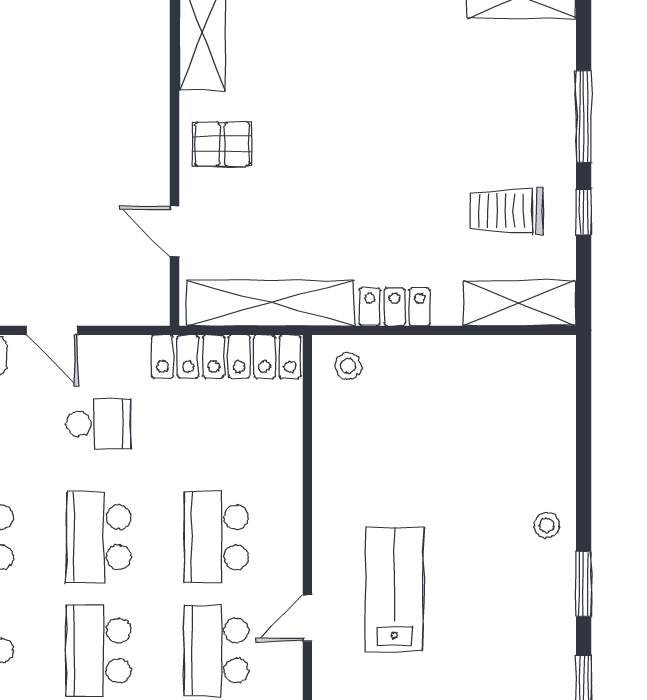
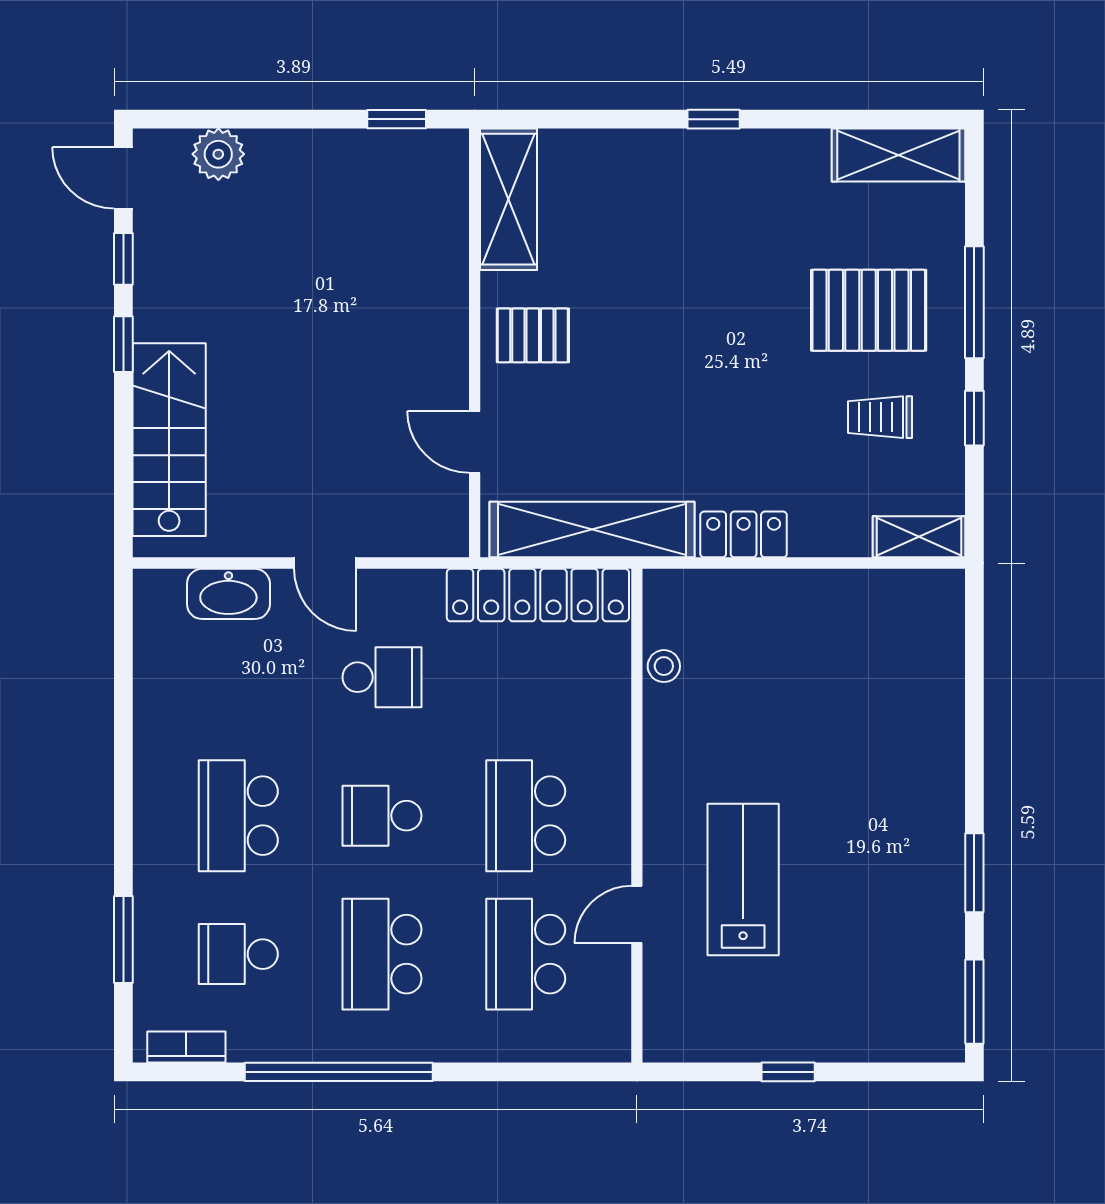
pallet: (497, 123) -> (869, 310), added
trolley: (506, 211) -> (880, 417), width x0.73, depth x0.72
shelving: (519, 303) -> (919, 537), width x0.67, depth x0.75
stool: (348, 366) -> (664, 666), moved
stool: (547, 525) -> (929, 801), removed
school desk: (99, 537) -> (382, 816), width x0.54

